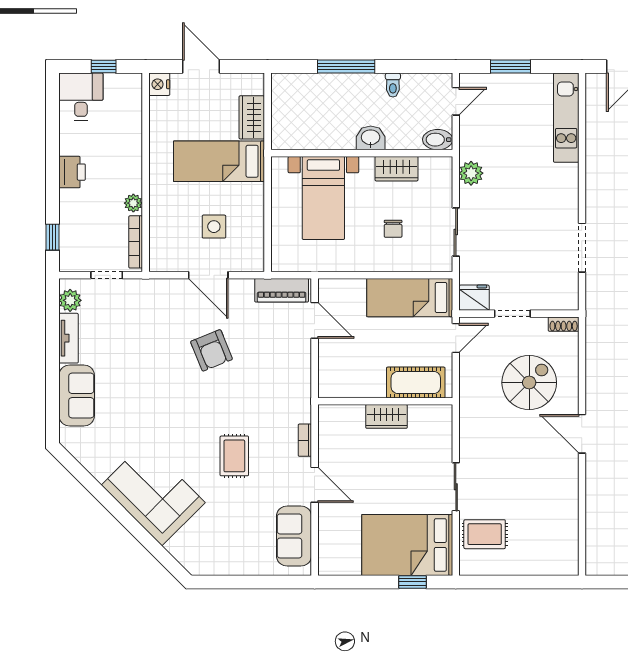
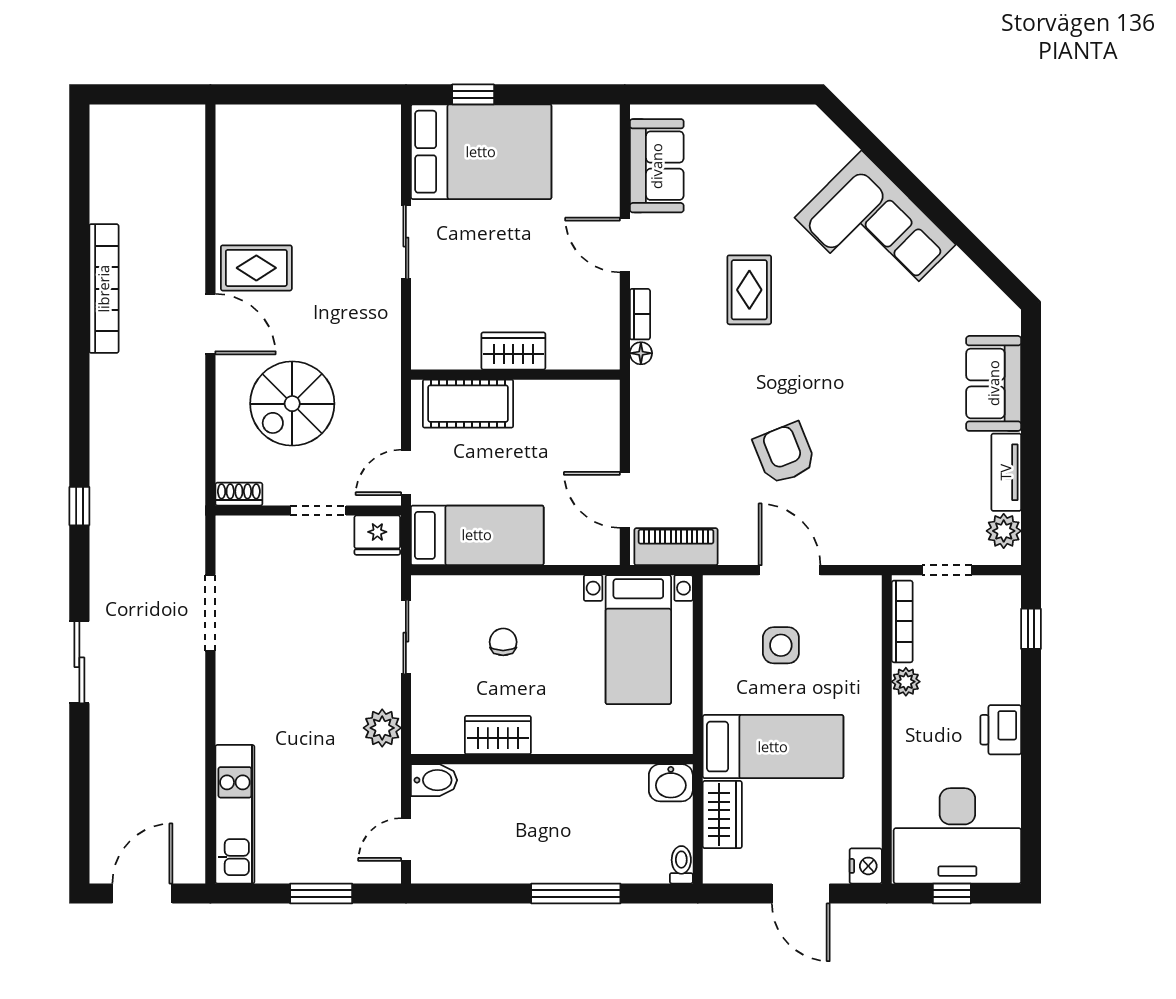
toilet: (393, 85) -> (681, 865), moved
desk: (81, 97) -> (957, 836), width x1.87, depth x1.30
washbasin: (371, 138) -> (671, 783), moved
bed with nightstands: (323, 198) -> (638, 640), moved, turned 180
floor lamp: (304, 415) -> (641, 353), added
rug: (485, 534) -> (256, 268), moved

